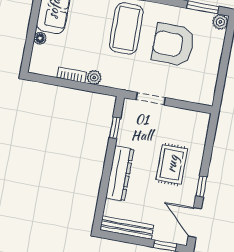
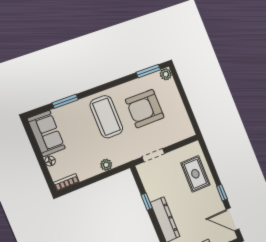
bookcase: (72, 75) -> (66, 182), moved
window: (115, 128) -> (147, 202), moved
rug: (172, 164) -> (195, 174), moved

